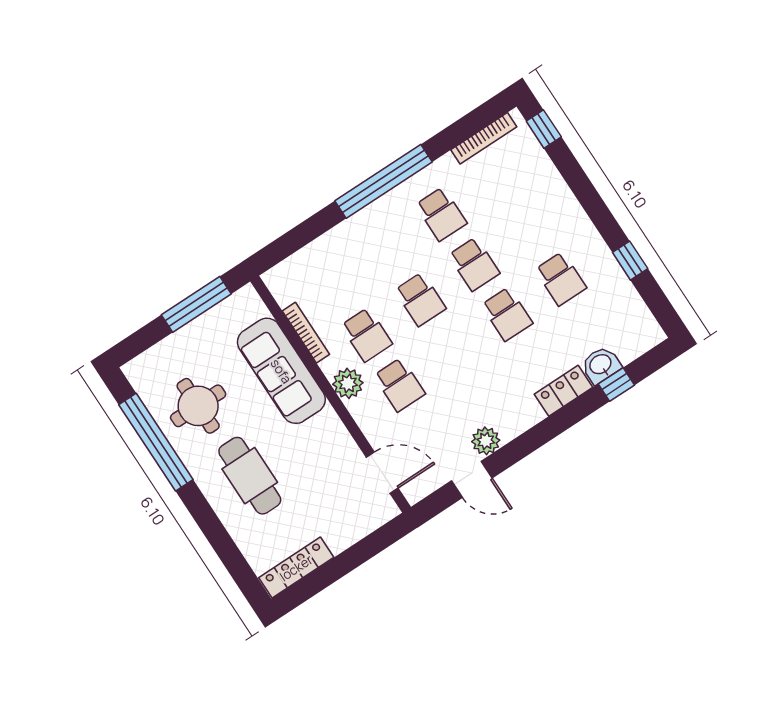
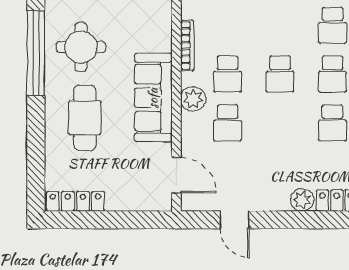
sofa: (281, 371) -> (153, 98), moved
plant: (486, 441) -> (302, 200), moved

